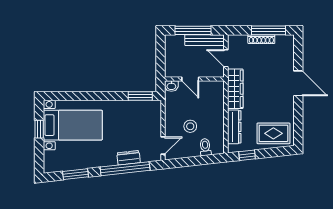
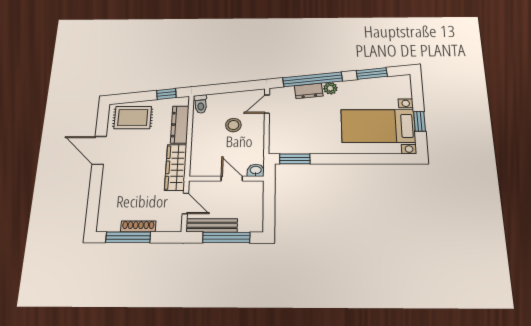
door: (298, 83) -> (99, 150), moved
toilet: (205, 147) -> (201, 104), moved
plant: (110, 160) -> (330, 88), added

